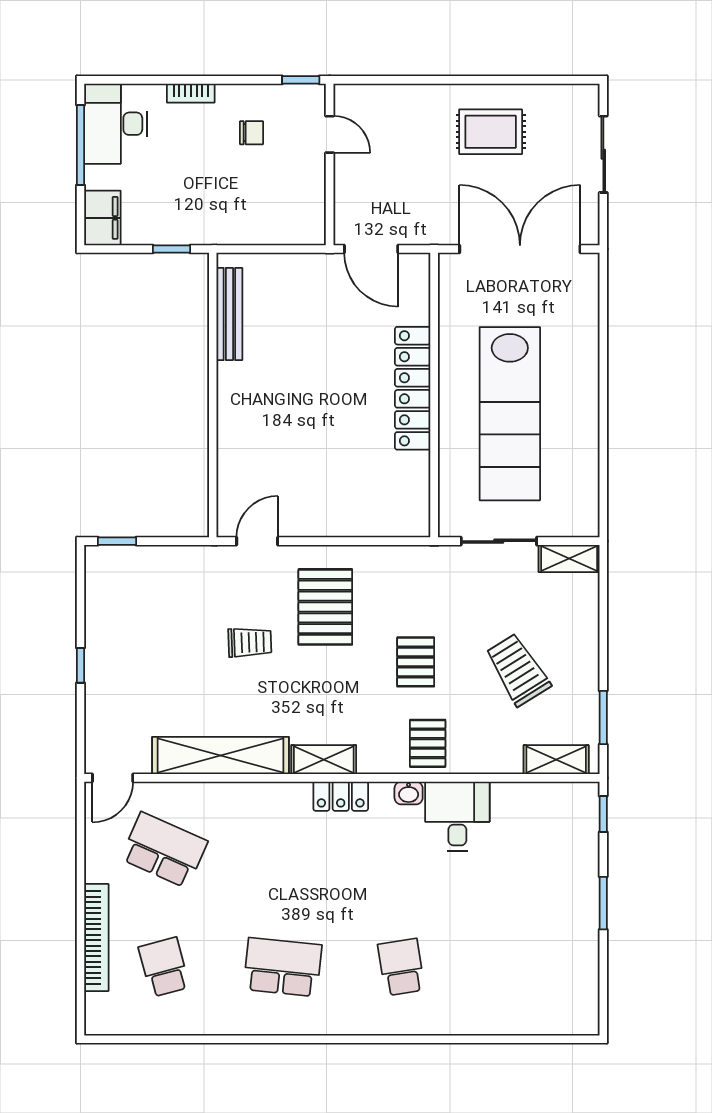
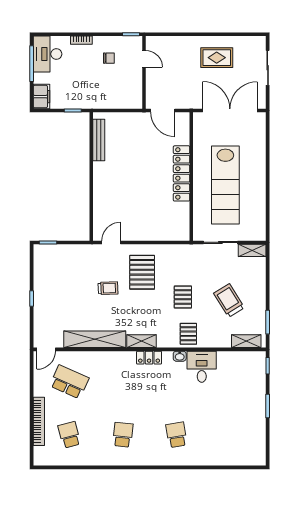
school desk: (283, 967) -> (123, 435), width x0.54

